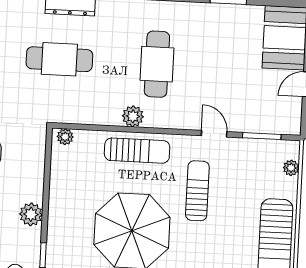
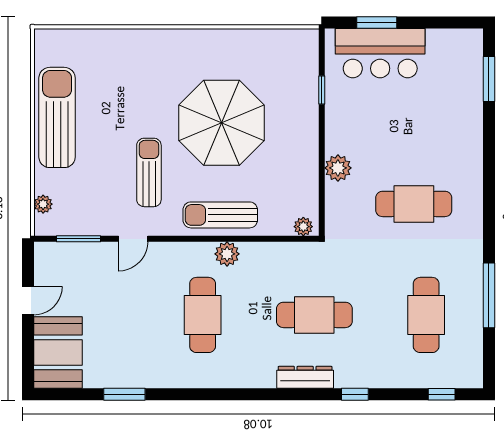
door: (214, 134) -> (133, 239), hinge flipped
sun lounger: (197, 191) -> (149, 172), turned 180
plant: (31, 214) -> (338, 168), moved

